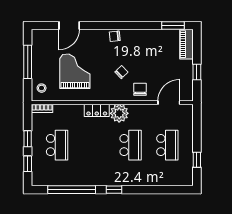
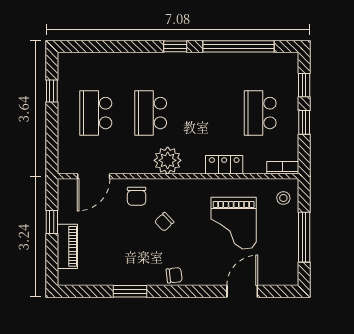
window: (173, 26) -> (130, 291), moved
piano: (186, 44) -> (67, 246), moved
locker: (97, 110) -> (224, 165), moved

